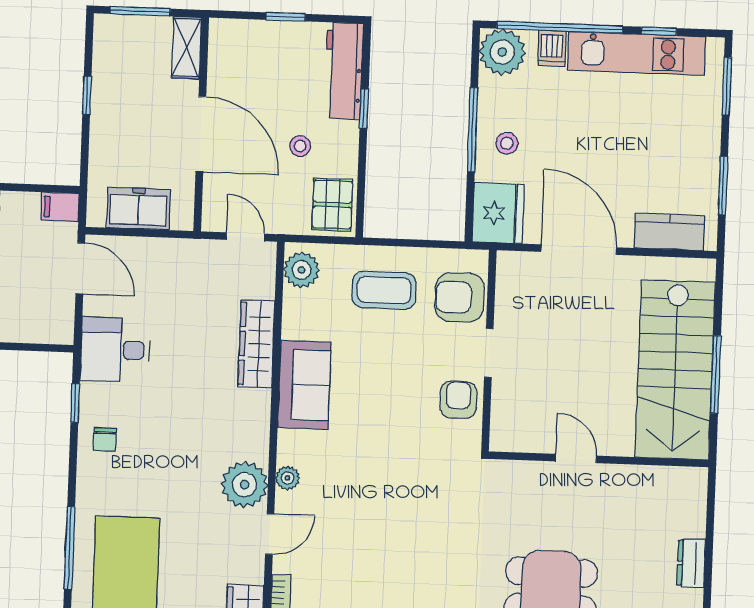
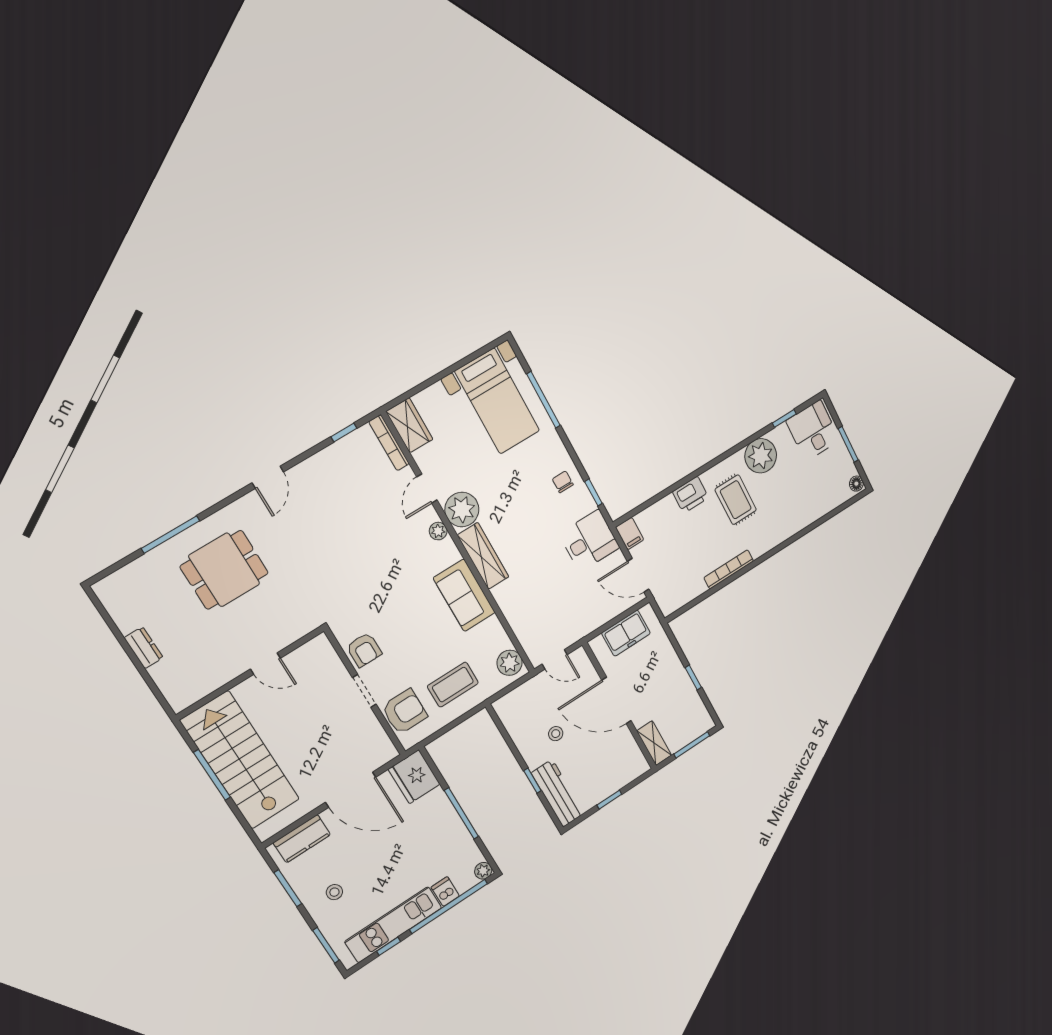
plant: (502, 52) -> (483, 871), width x0.53, depth x0.53
stool: (507, 143) -> (334, 892), moved
pallet: (332, 205) -> (516, 713), removed
filing cabinet: (60, 207) -> (630, 534), moved, turned 90
wardrobe: (256, 344) -> (483, 556), moved

